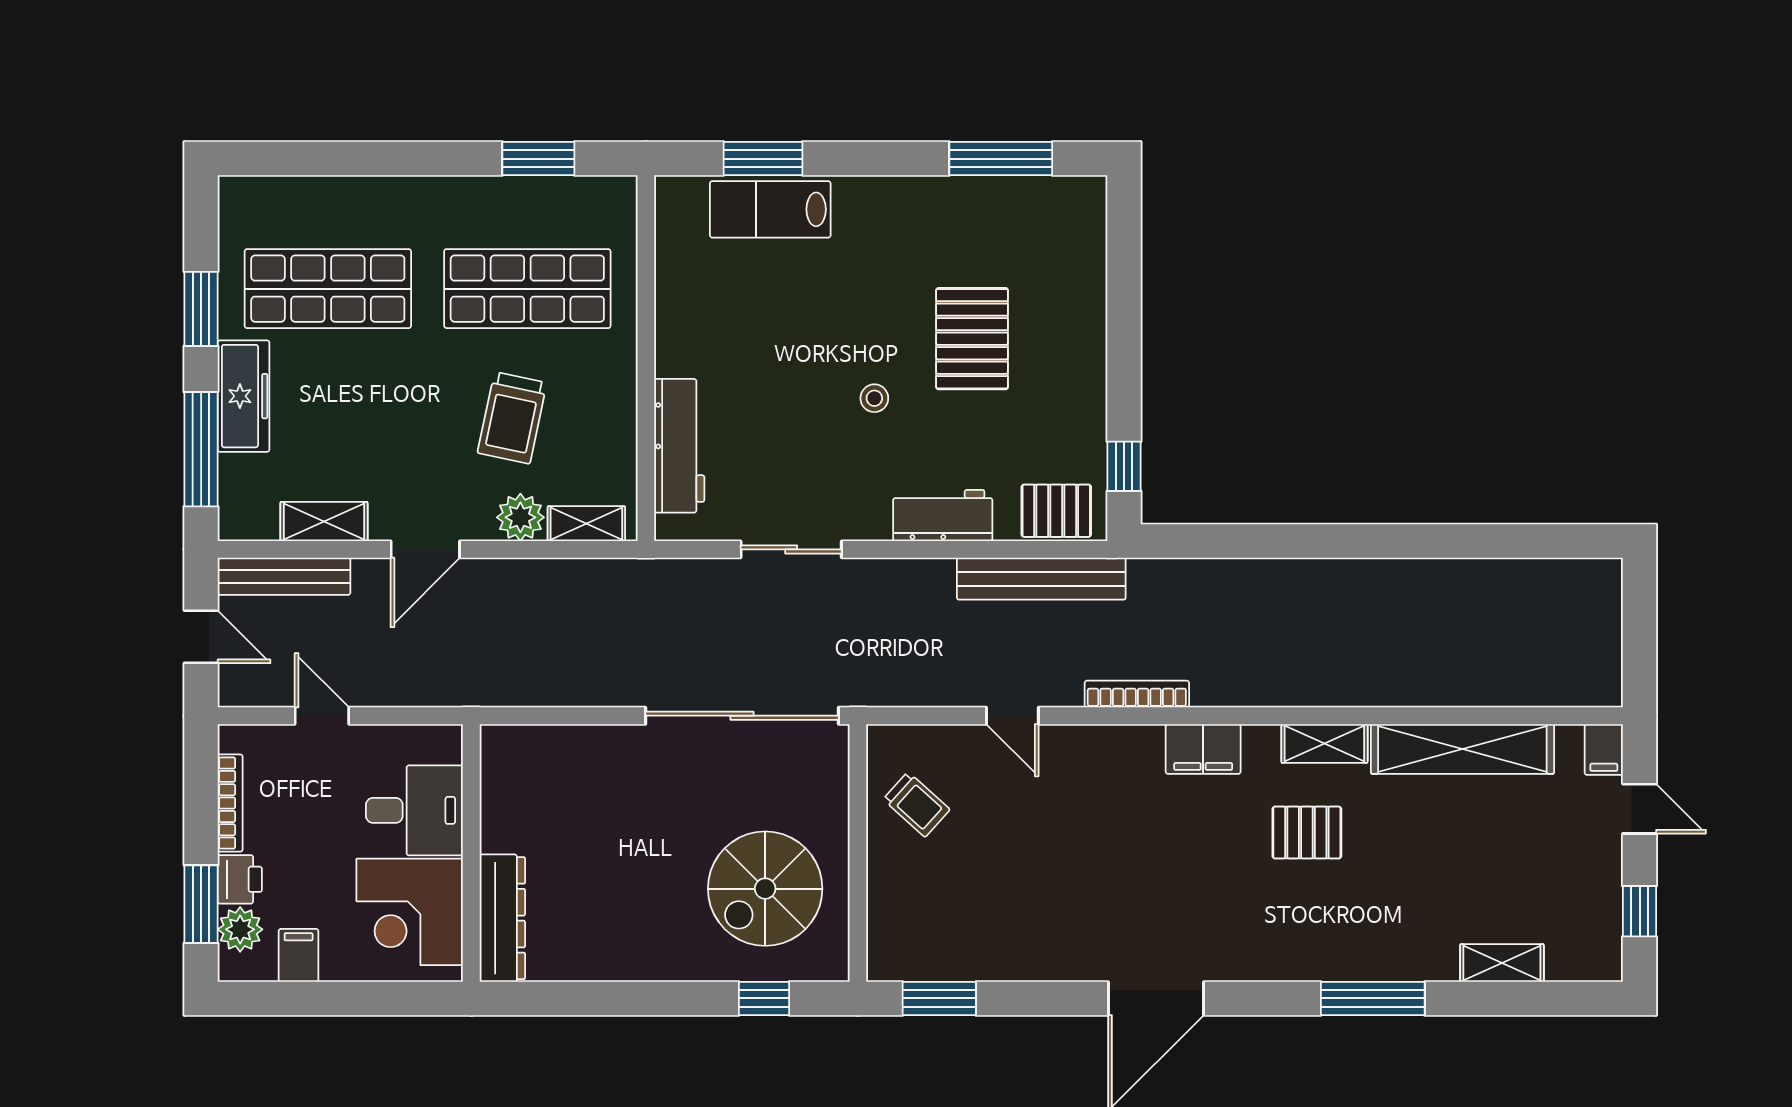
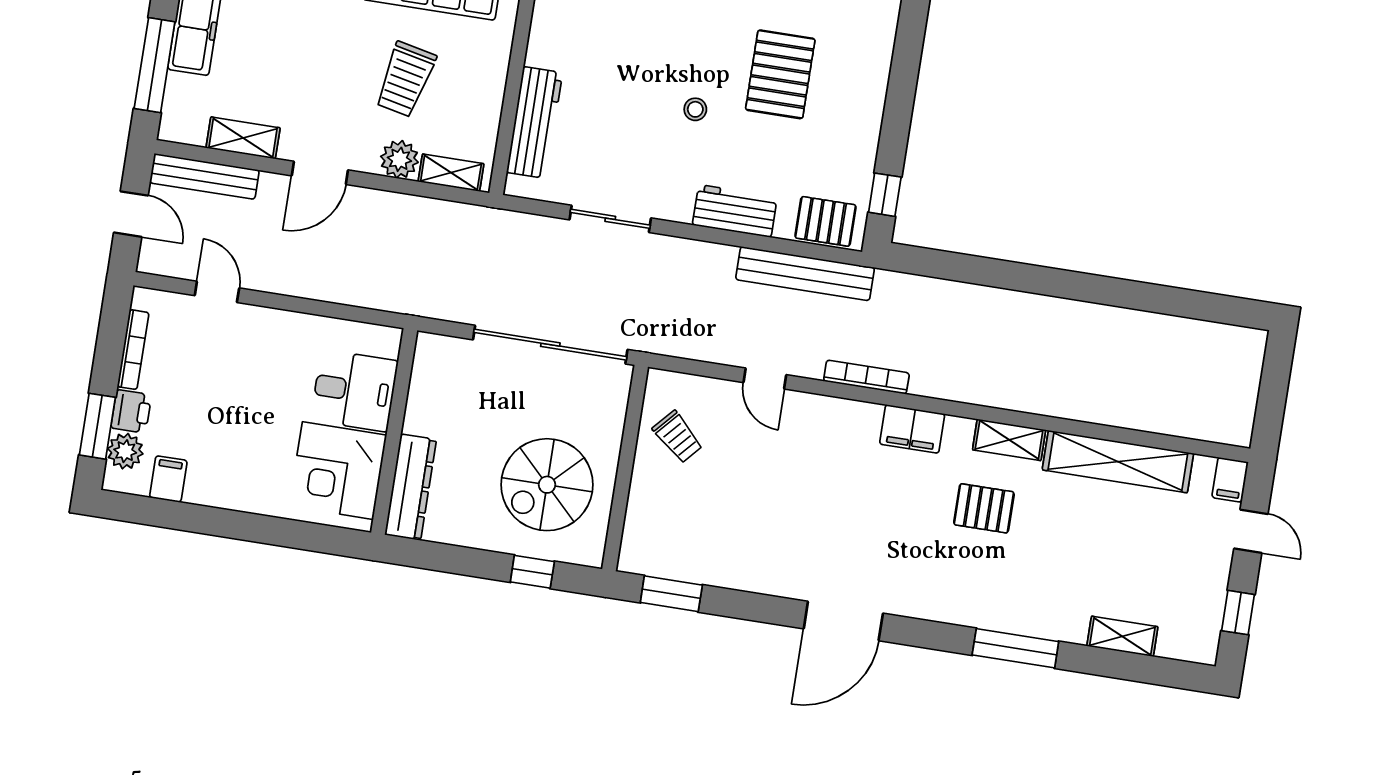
desk: (414, 810) -> (354, 391), moved
wall: (471, 853) -> (394, 431), moved
corner desk: (410, 912) -> (338, 471), moved
dresser: (502, 918) -> (411, 487), moved

